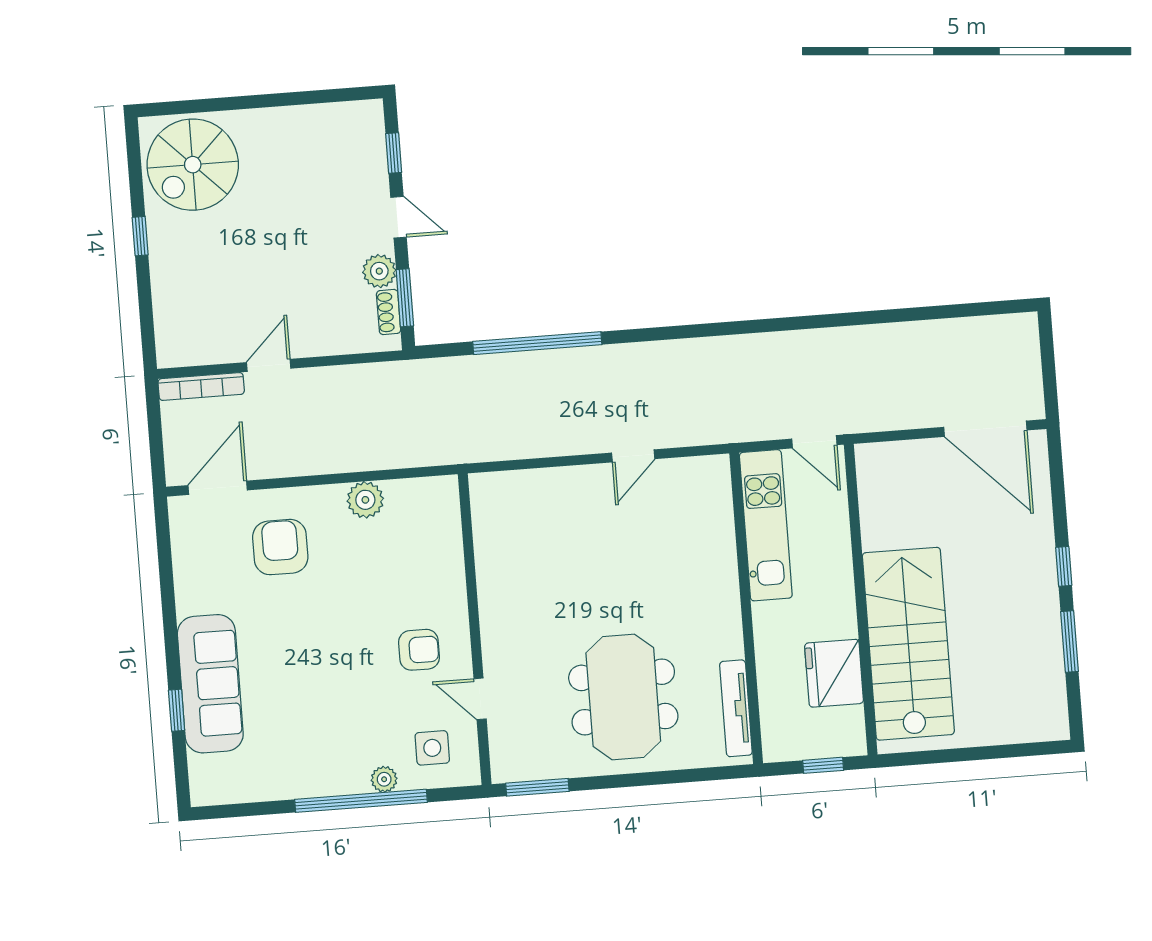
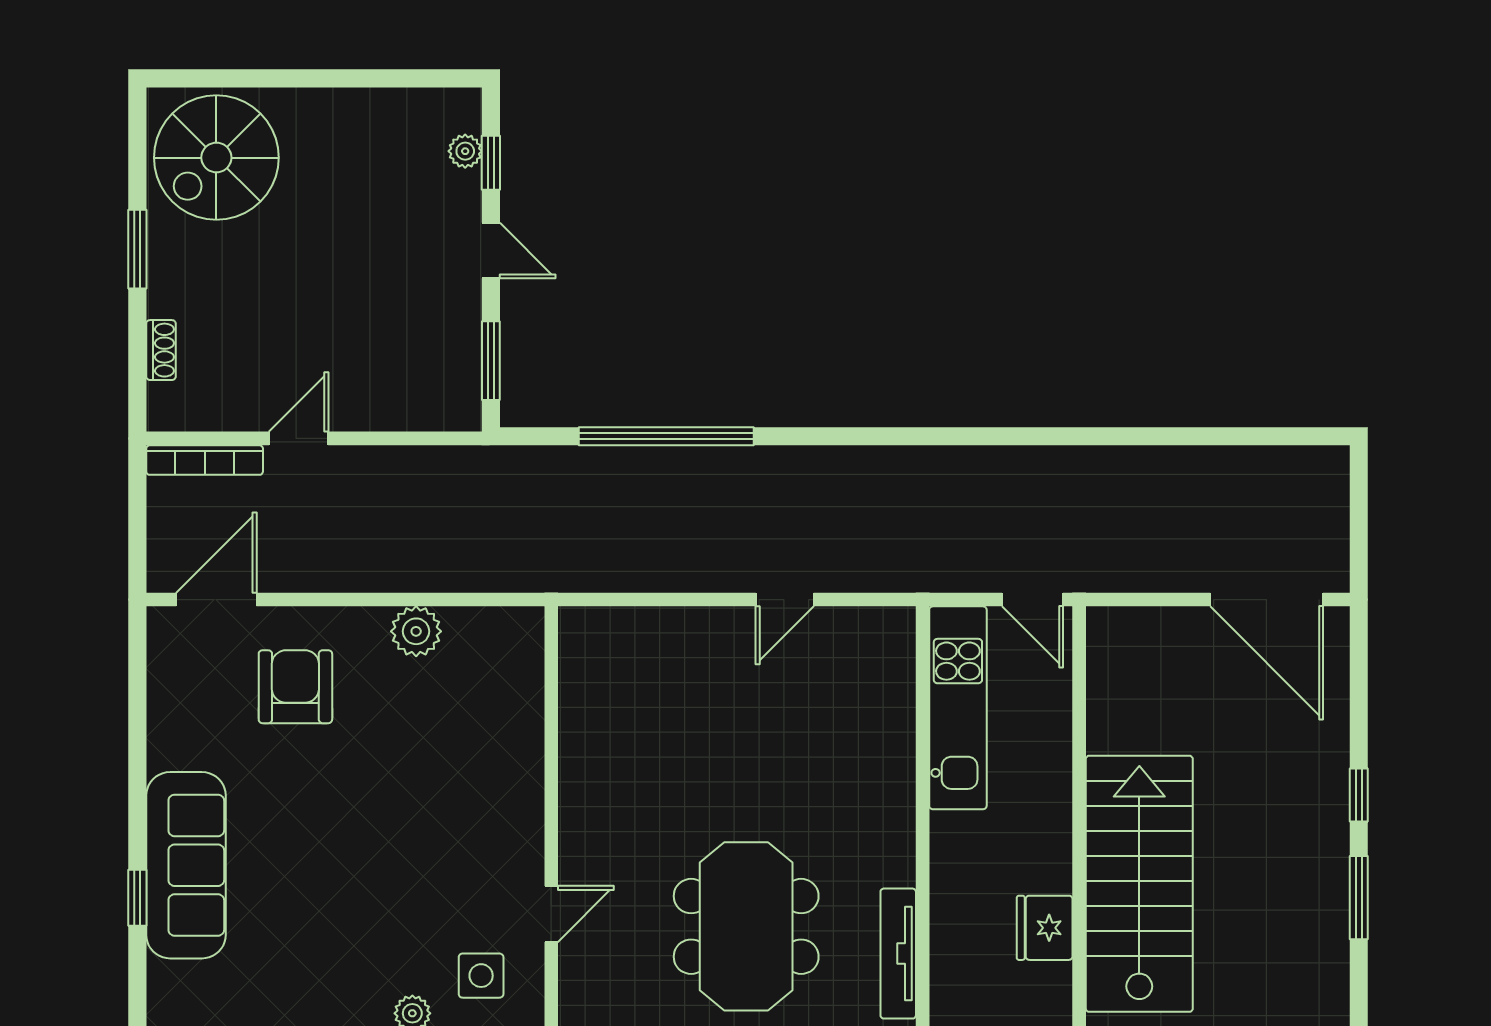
window: (140, 236) -> (137, 249), width x1.50
plant: (379, 271) -> (465, 151), moved, width x0.73, depth x0.73
shoe rack: (389, 312) -> (161, 350), moved, turned 180
armchair: (419, 650) -> (473, 841), removed
fridge: (834, 673) -> (1045, 928), width x0.73, depth x0.75
door: (480, 699) -> (551, 914), swing flipped

